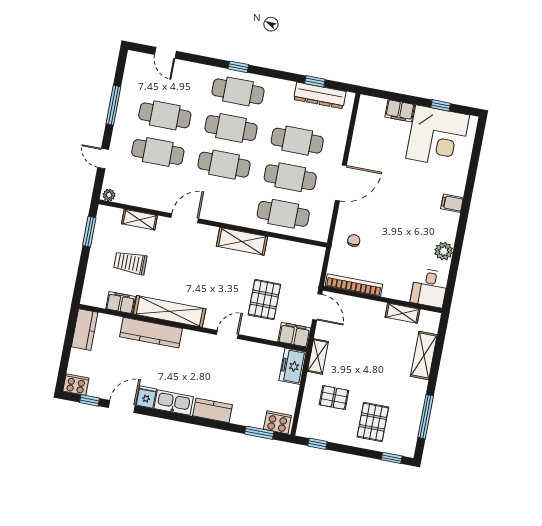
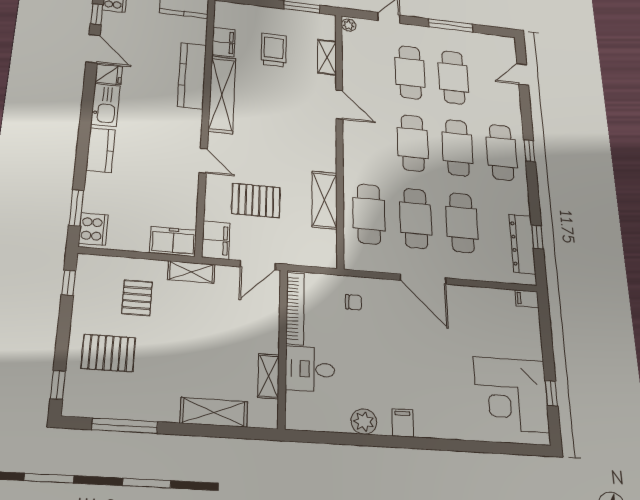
filing cabinet: (400, 111) -> (527, 299), moved, width x0.50
filing cabinet: (452, 203) -> (403, 423), moved
shelving: (242, 241) -> (325, 200), moved
desk: (429, 288) -> (310, 369), moved

